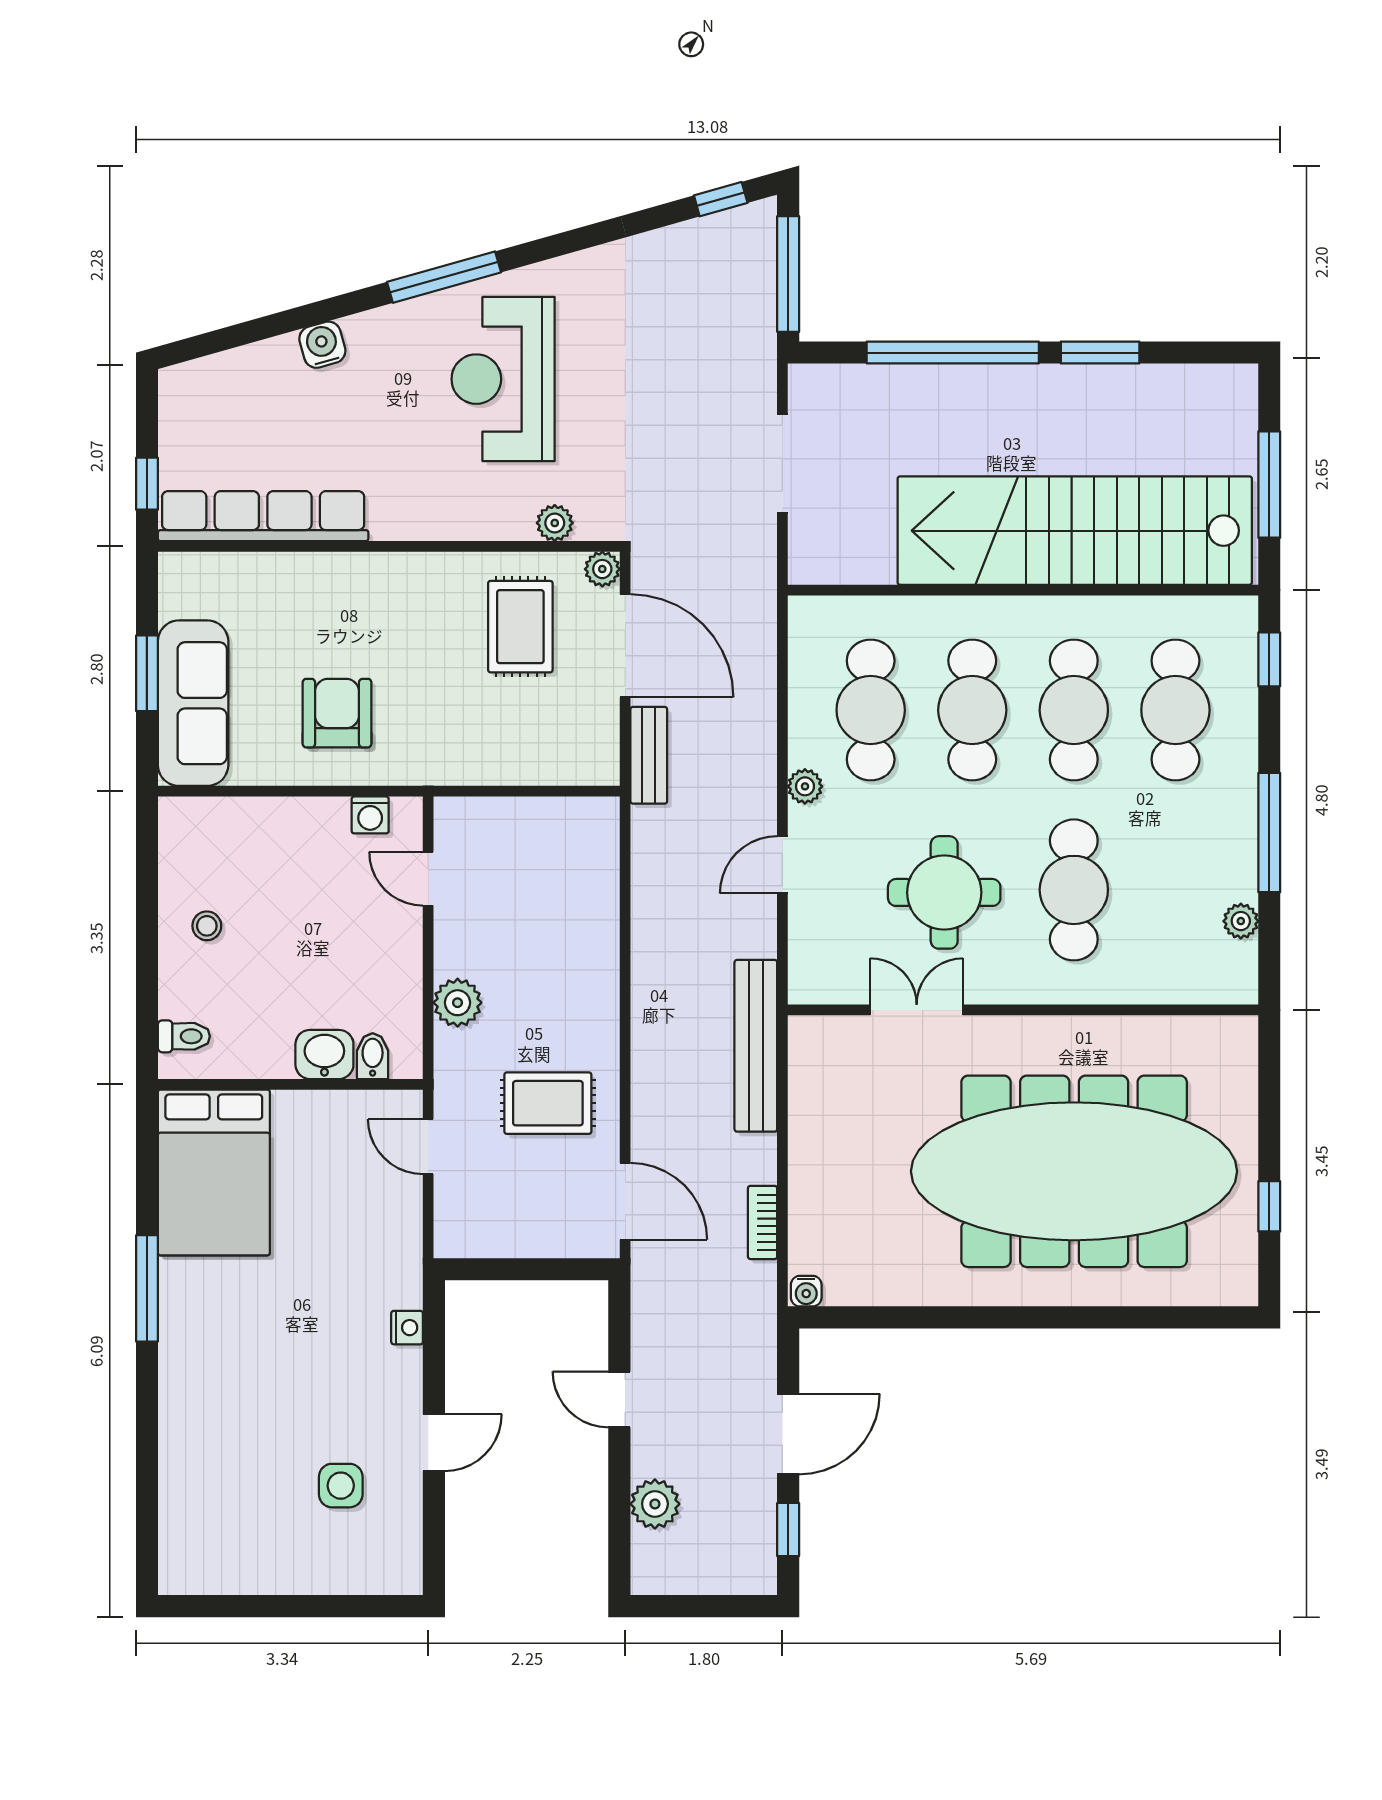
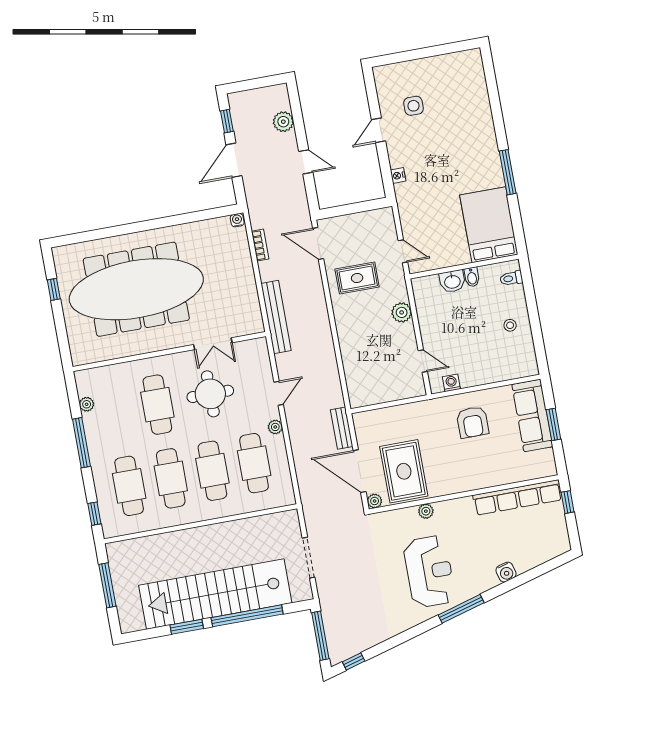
plant: (555, 523) -> (426, 511), moved
stairs: (1075, 531) -> (215, 594), moved, turned 180
rug: (520, 627) -> (404, 471), width x1.36, depth x1.43
bidet: (373, 1056) -> (472, 277), moved

